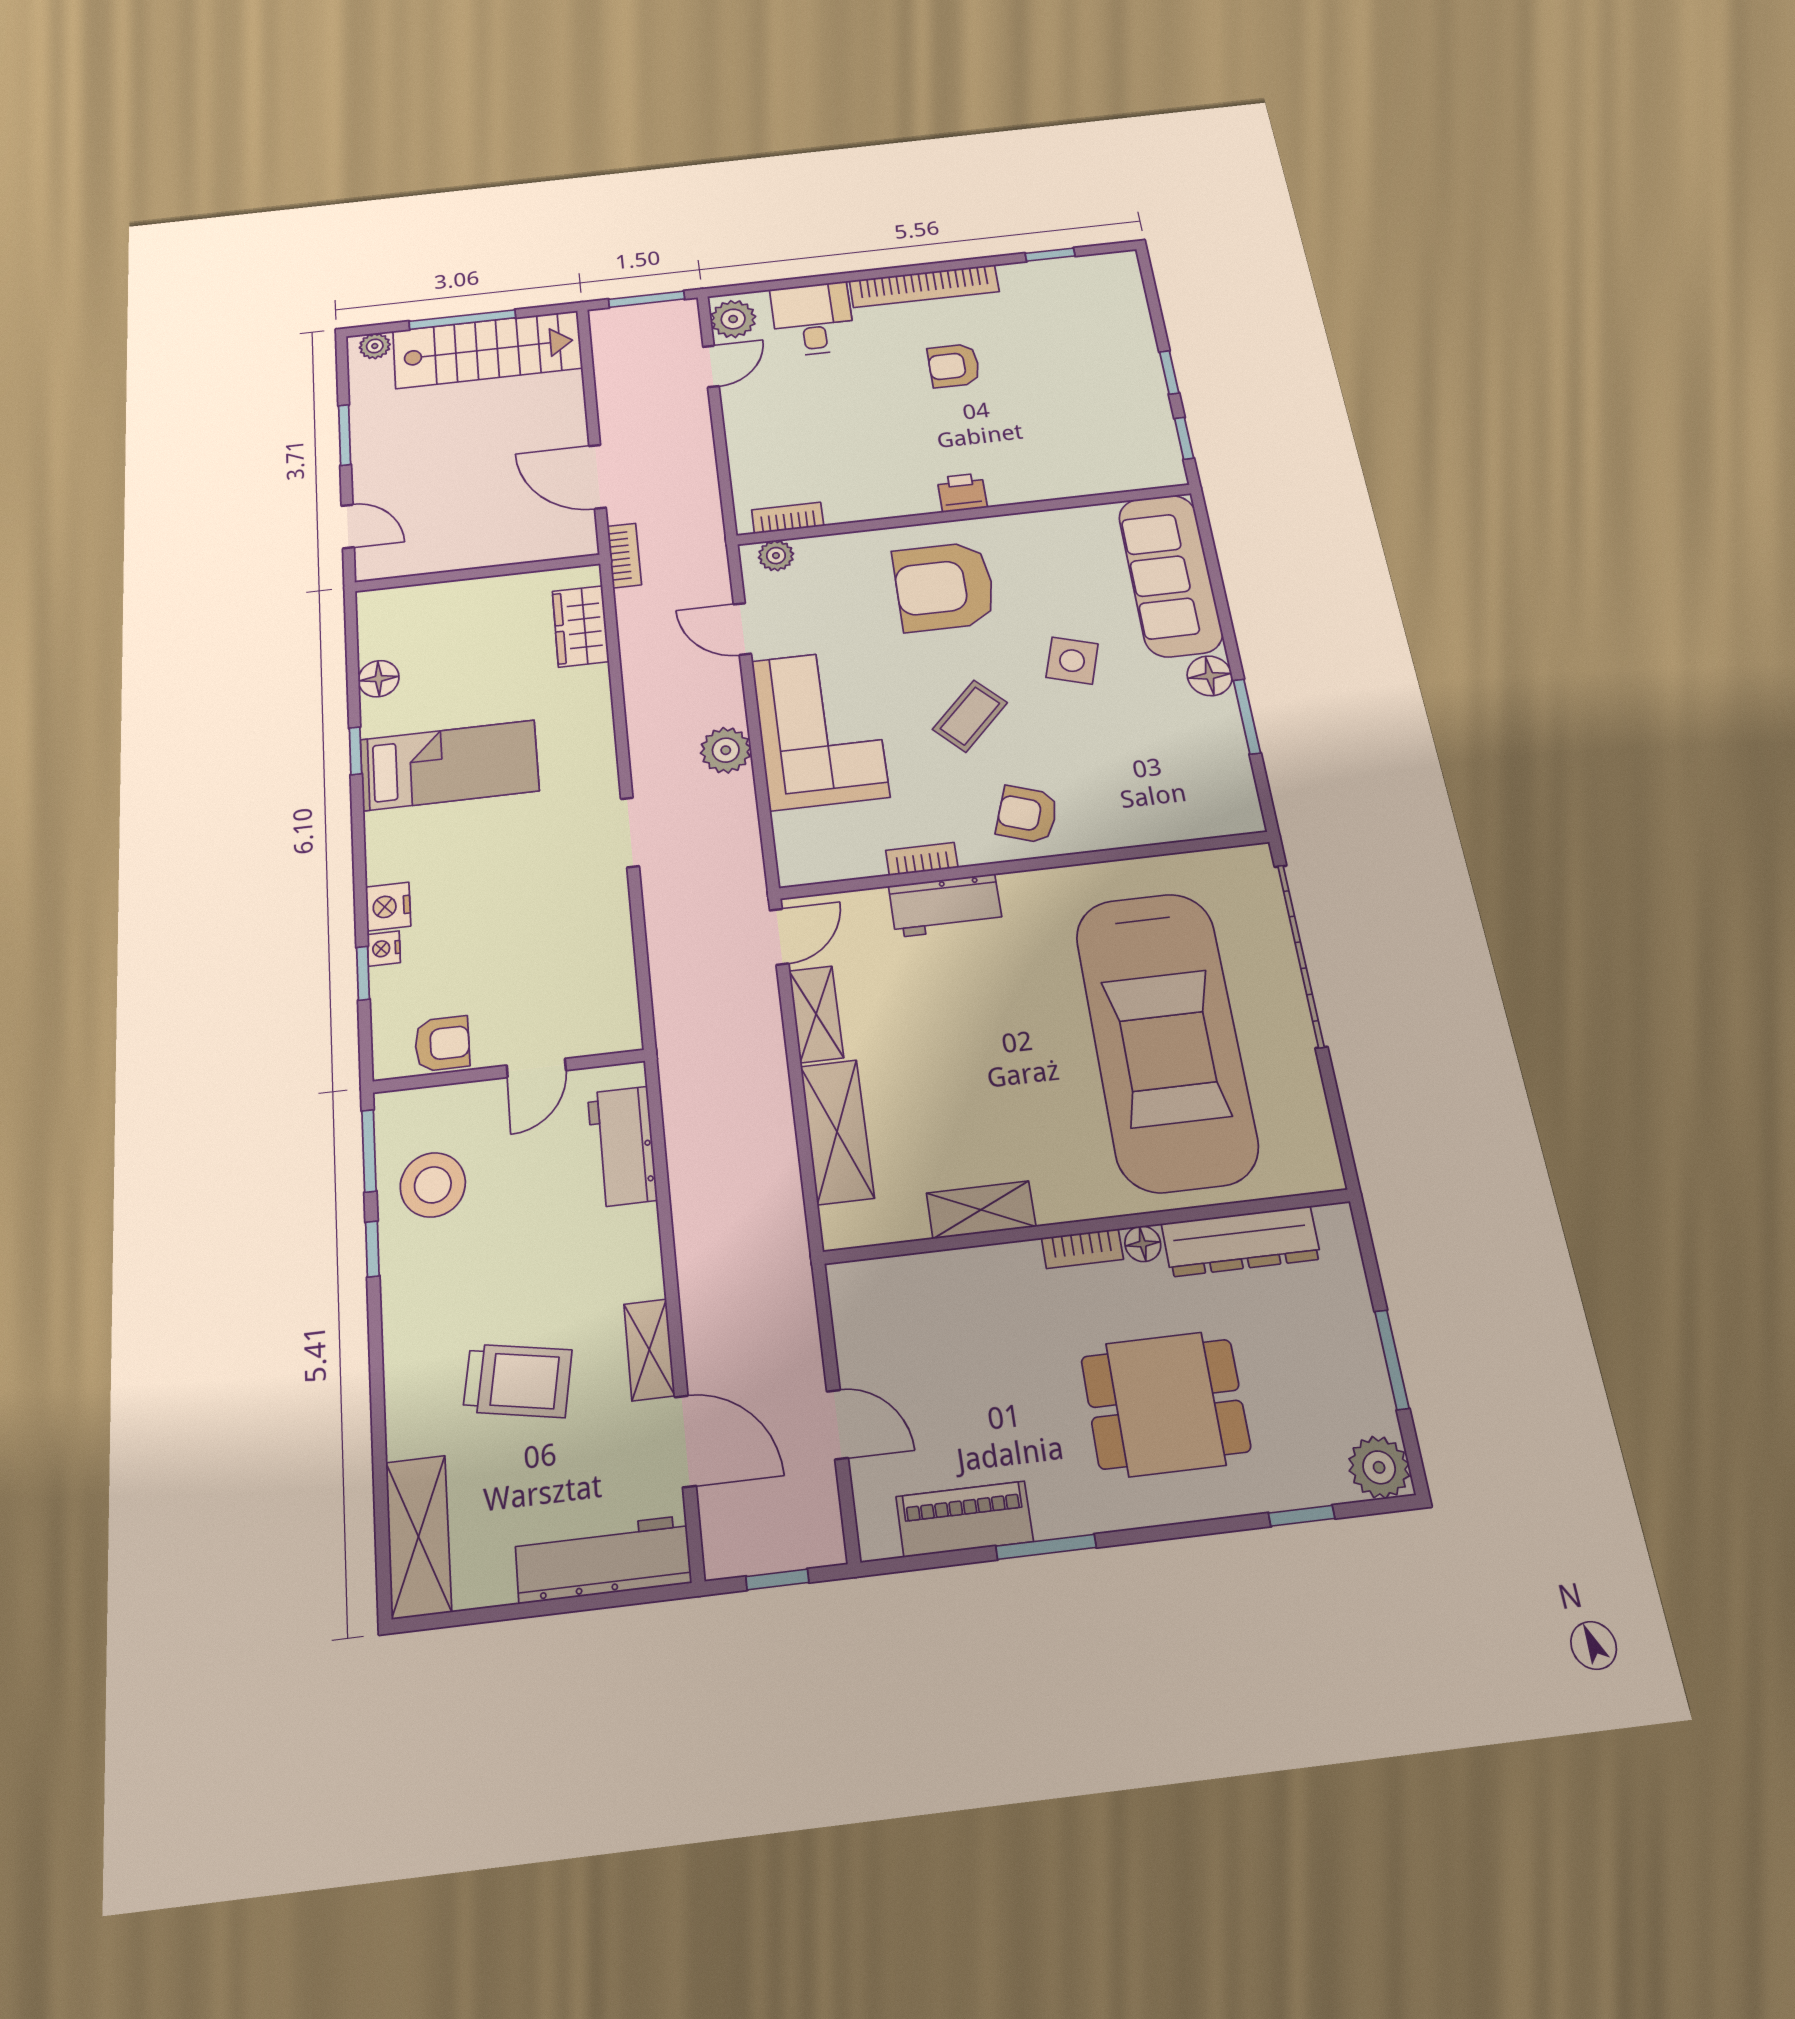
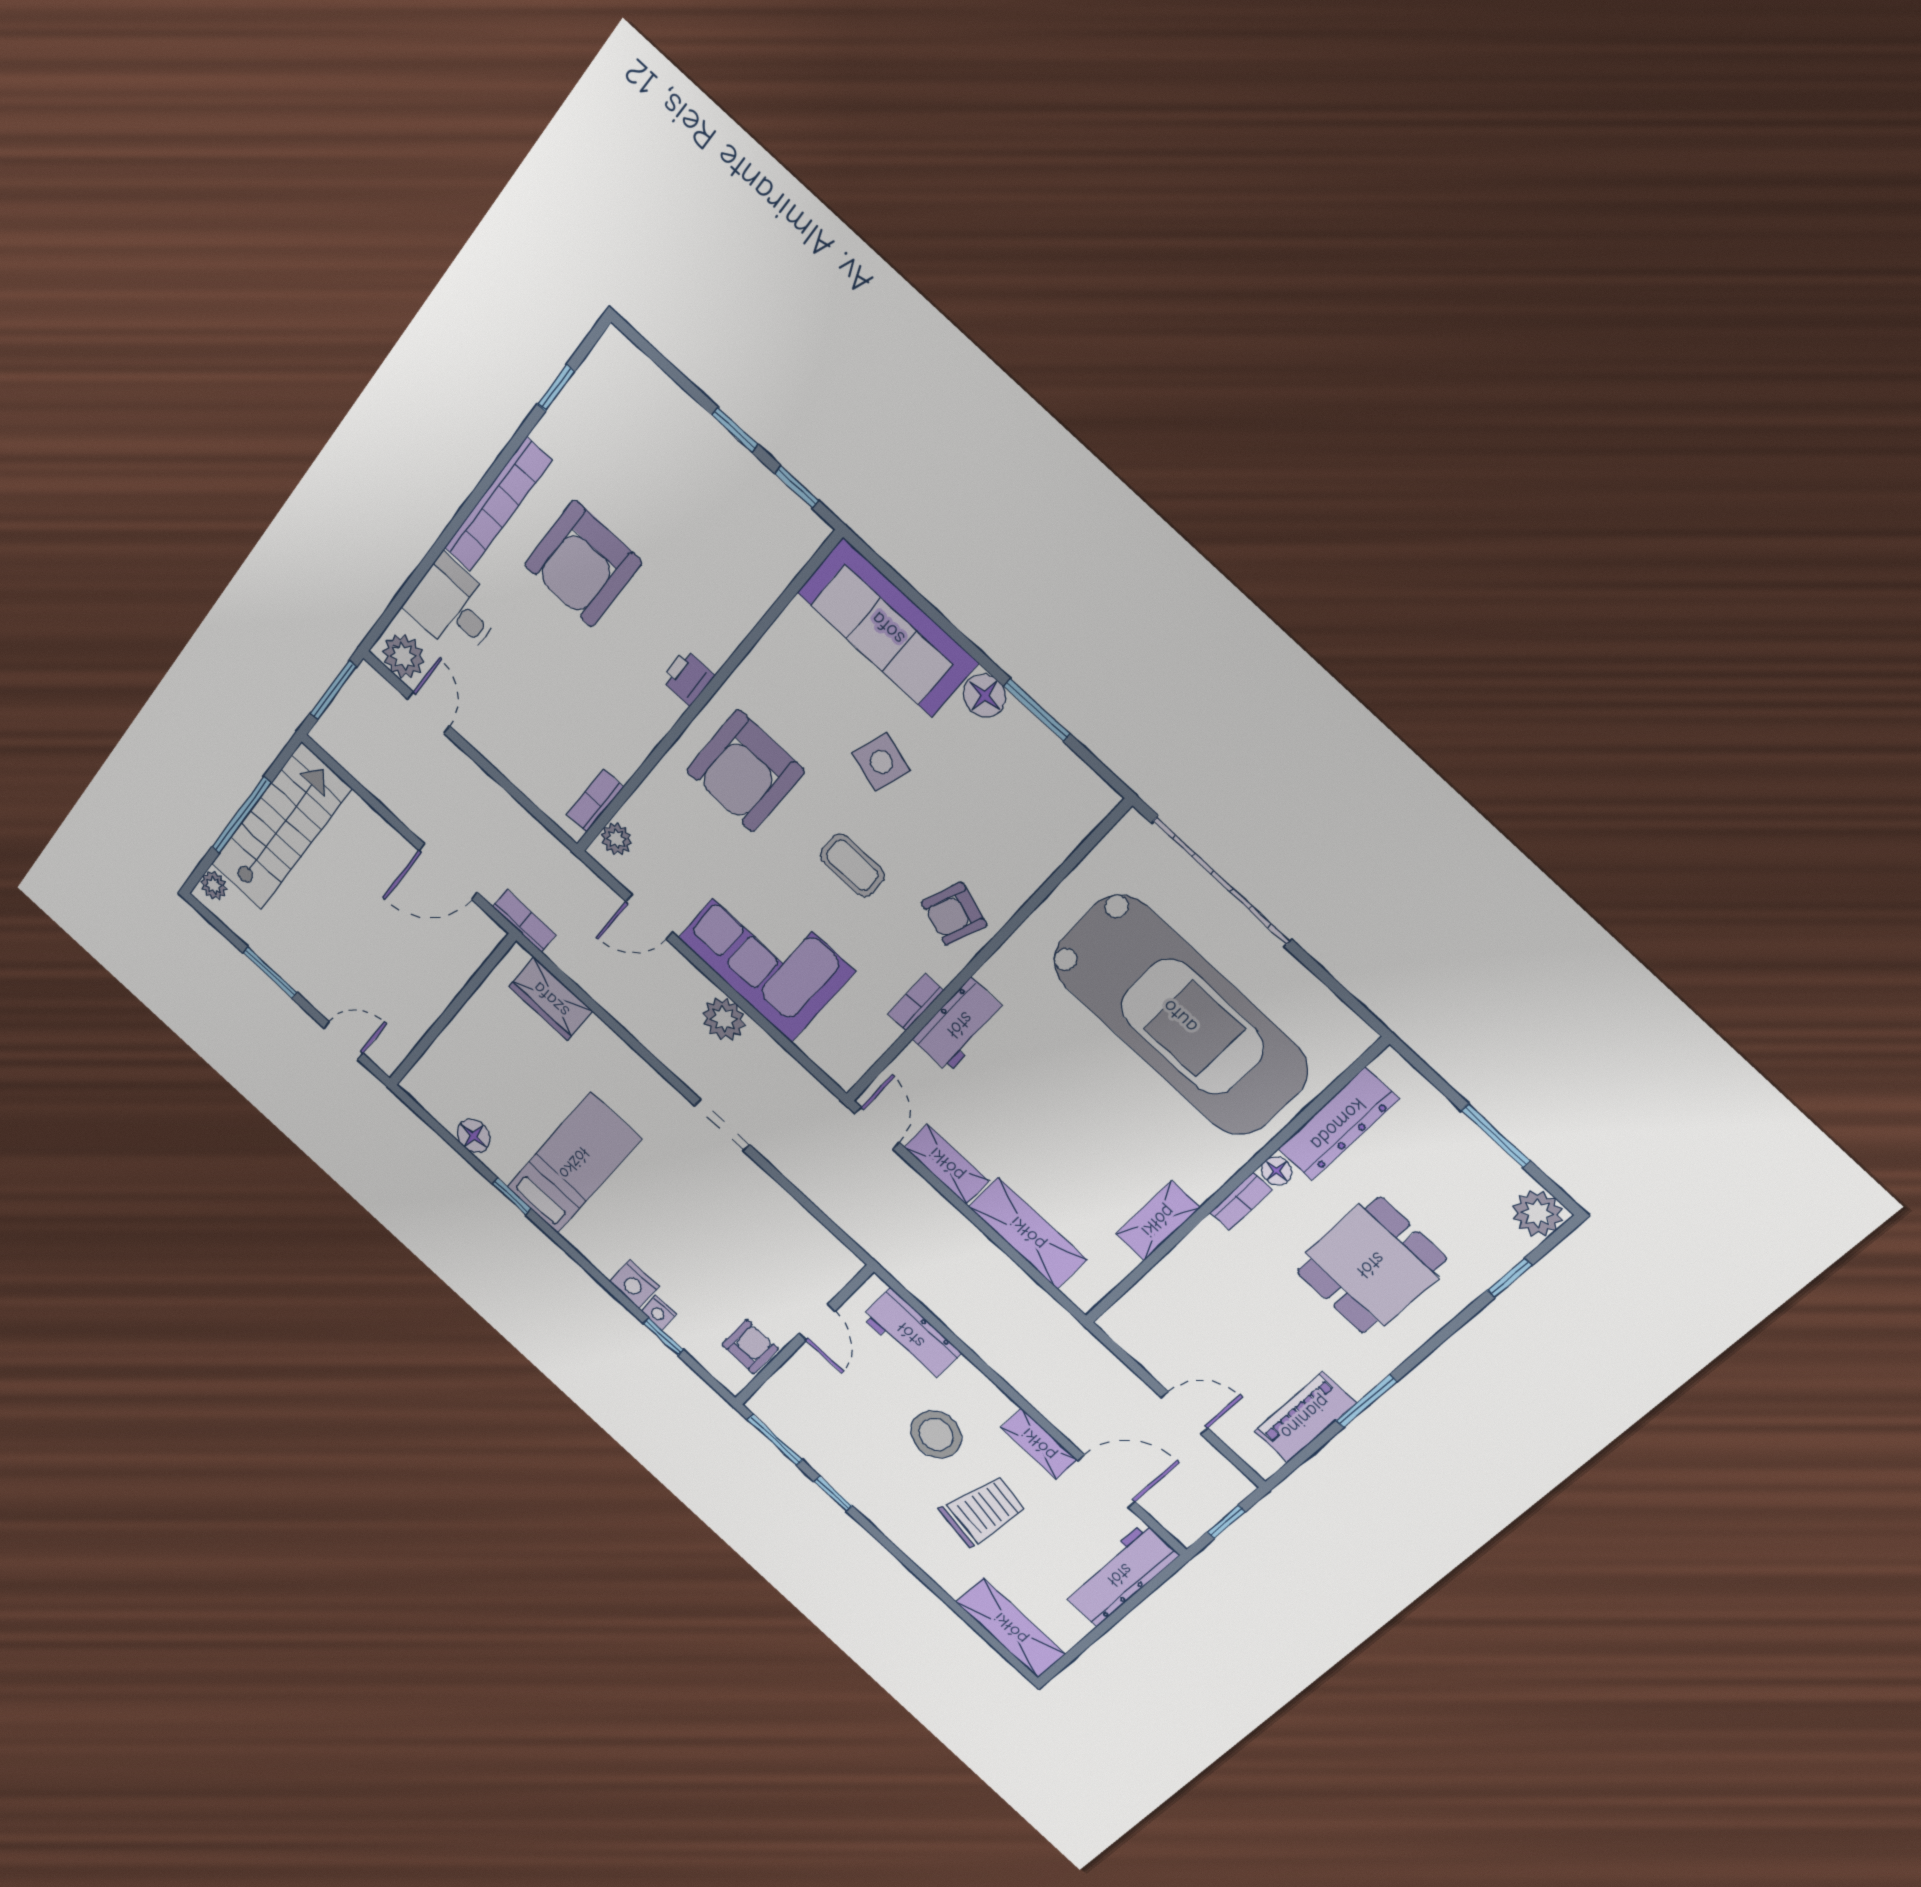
armchair: (954, 366) -> (583, 564), width x1.88, depth x1.88
coffee table: (970, 716) -> (852, 865), turned -45
stool: (433, 1185) -> (936, 1434), moved

